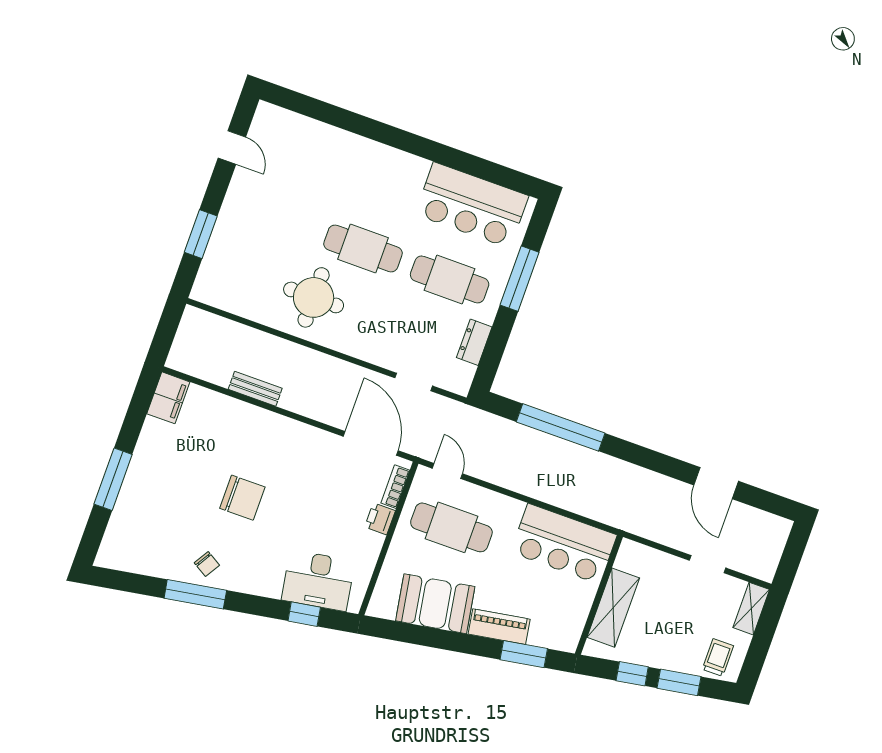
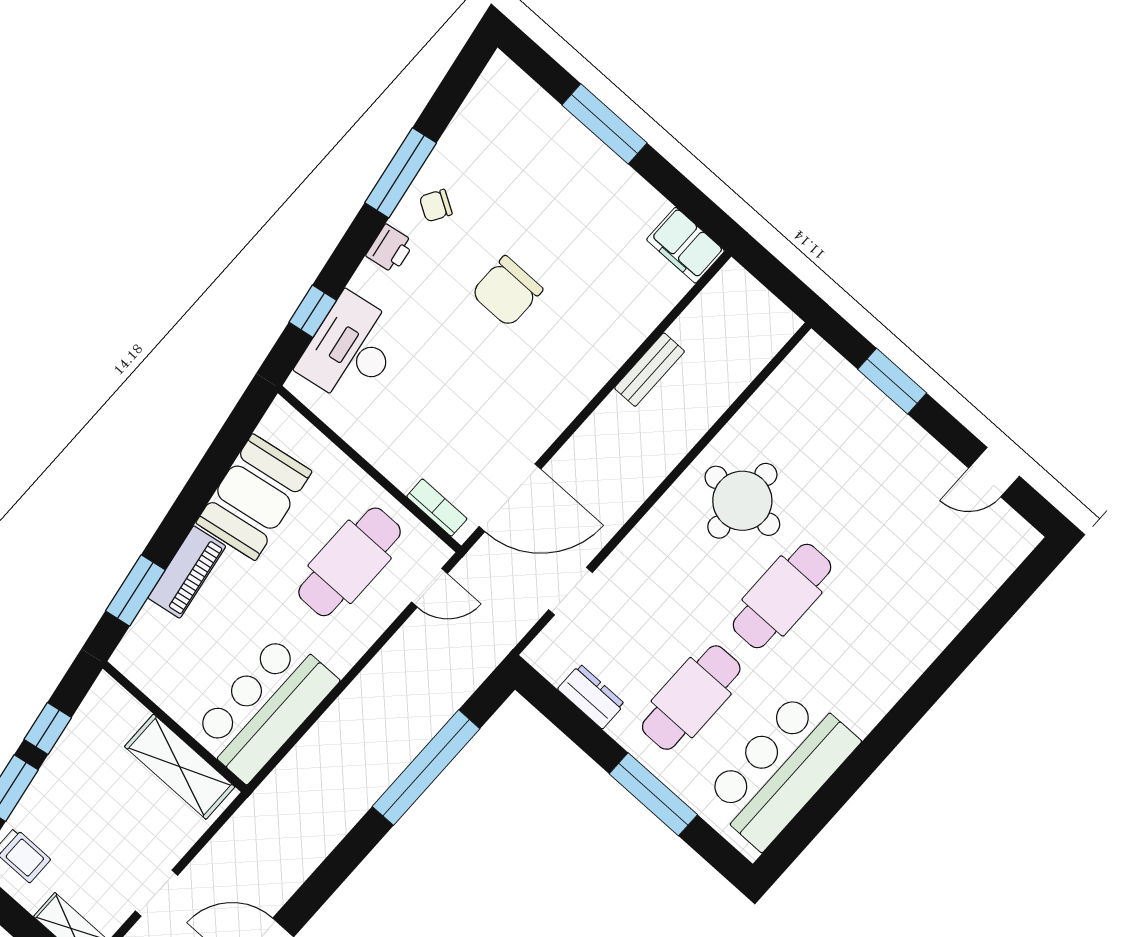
printer: (380, 519) -> (390, 249), moved, turned 81
shelving: (613, 608) -> (180, 767), moved

